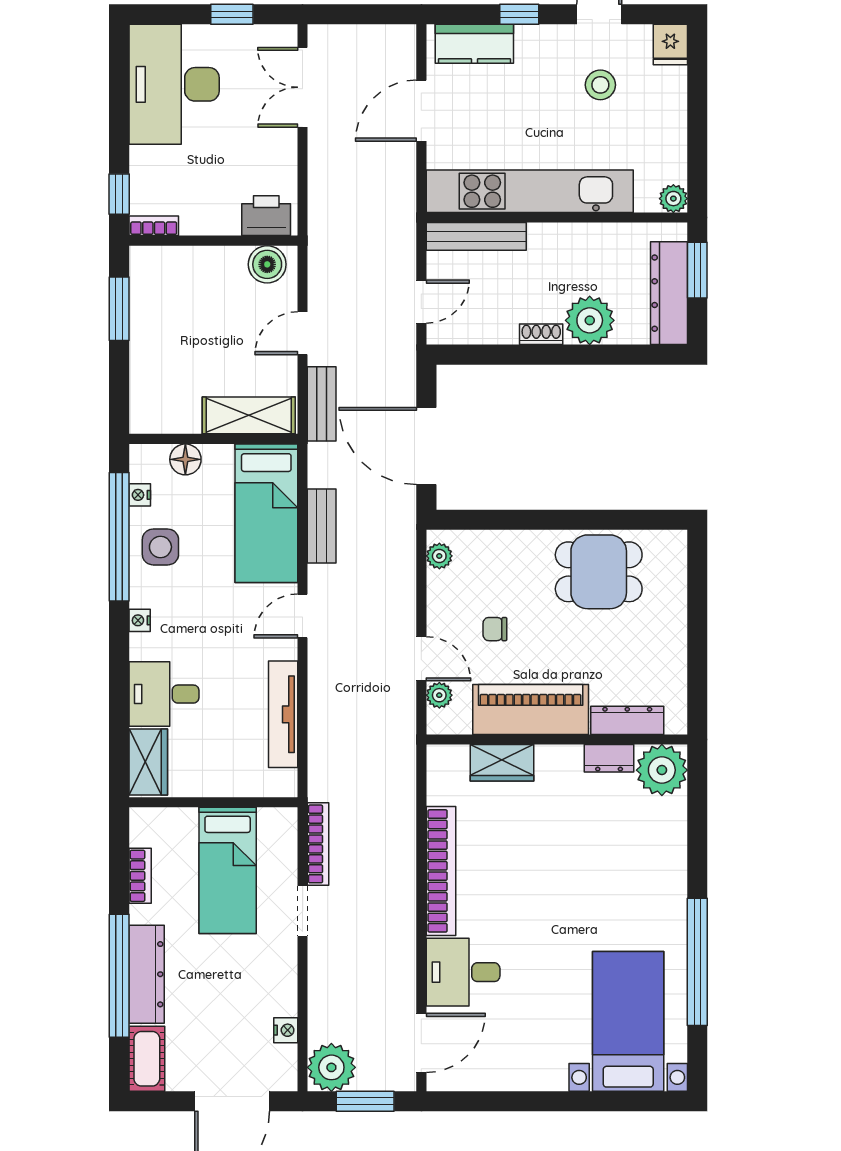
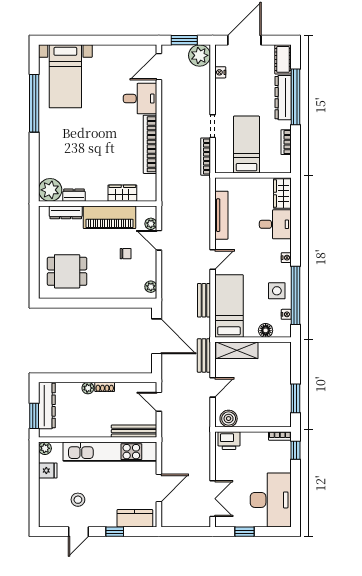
fridge: (670, 45) -> (48, 471), moved, turned 90
door: (421, 302) -> (159, 402), hinge flipped
plant: (590, 320) -> (88, 388), width x0.53, depth x0.53
dining table: (599, 572) -> (67, 271), moved

